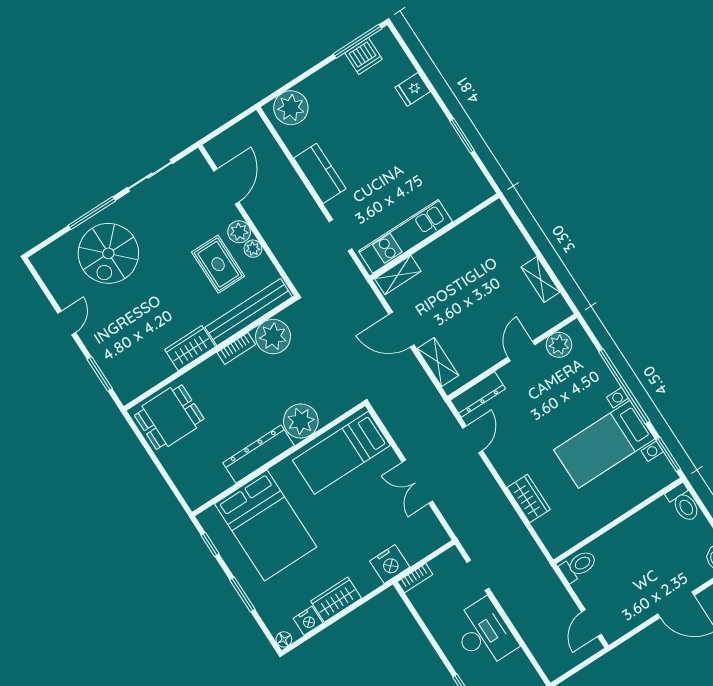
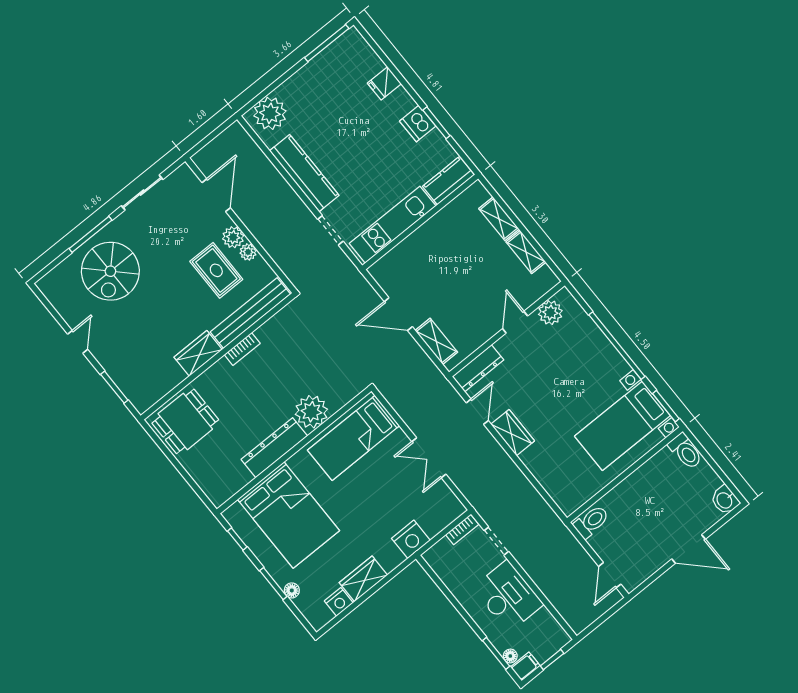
dishwasher: (363, 56) -> (418, 124), moved, turned 90
kitchen counter: (320, 173) -> (304, 173), width x1.50
kitchen counter: (468, 197) -> (448, 181), added
shelving: (398, 275) -> (499, 219), moved, turned 90
plant: (273, 337) -> (276, 334), removed
bed with nightstands: (604, 444) -> (622, 426), moved
wardrobe: (529, 499) -> (513, 433), moved
bookcase: (415, 578) -> (462, 529), moved
floor lamp: (284, 639) -> (292, 590), moved

